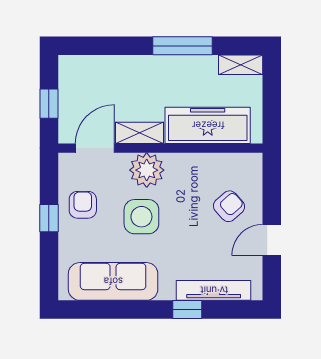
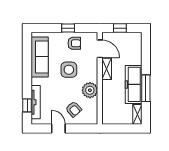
freezer: (208, 125) -> (134, 84), moved, turned 180
plant: (147, 170) -> (90, 90), moved
window: (187, 310) -> (27, 105), moved

